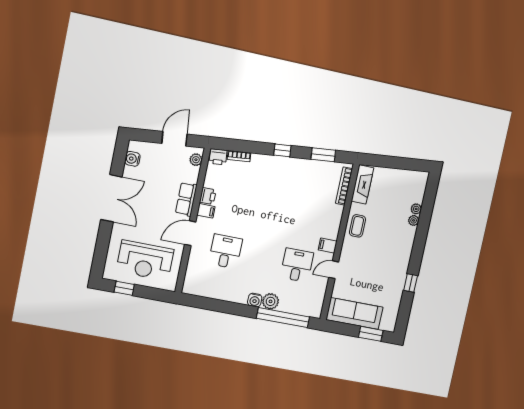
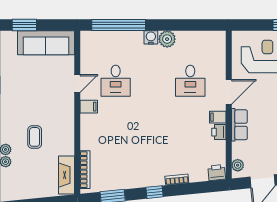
bookcase: (239, 156) -> (177, 179), moved
coffee table: (357, 226) -> (35, 137), moved
plant: (271, 301) -> (167, 39), moved

